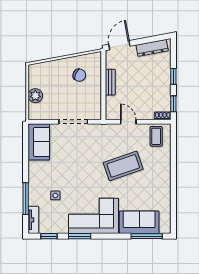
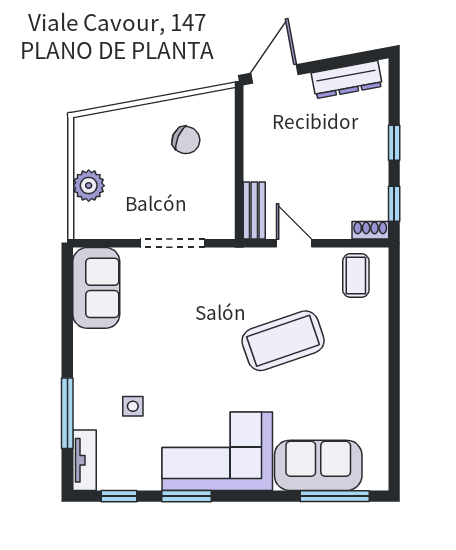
bench: (110, 82) -> (254, 210), moved

